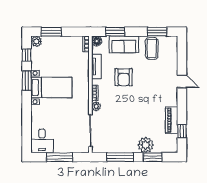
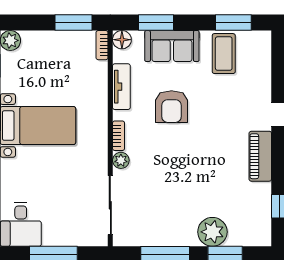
window: (51, 32) -> (74, 23), moved
piano: (172, 120) -> (260, 156), moved

